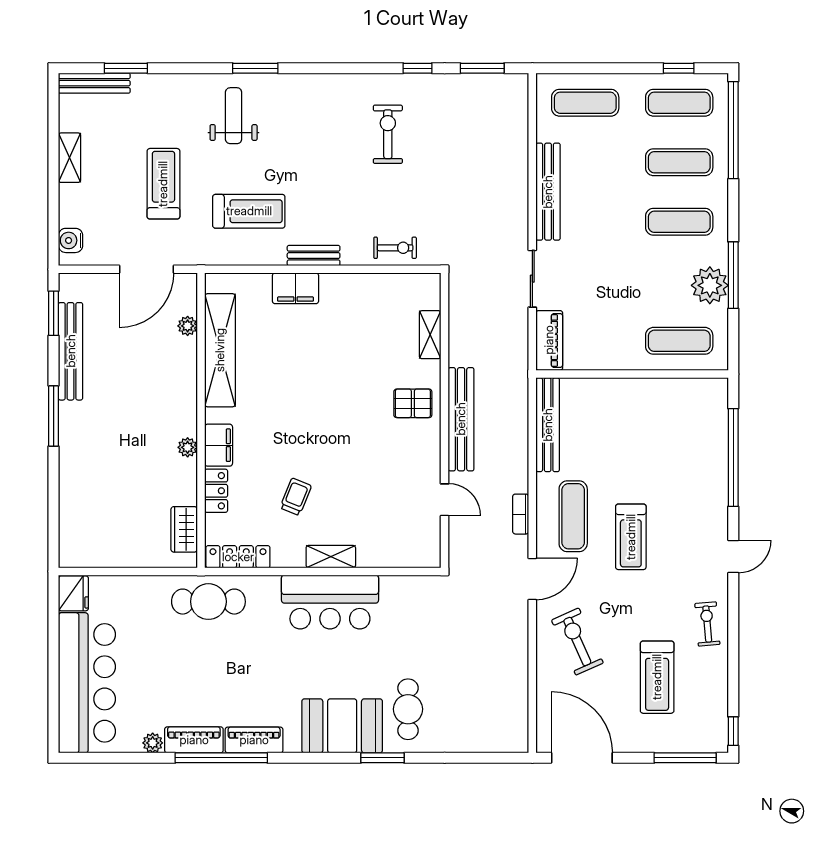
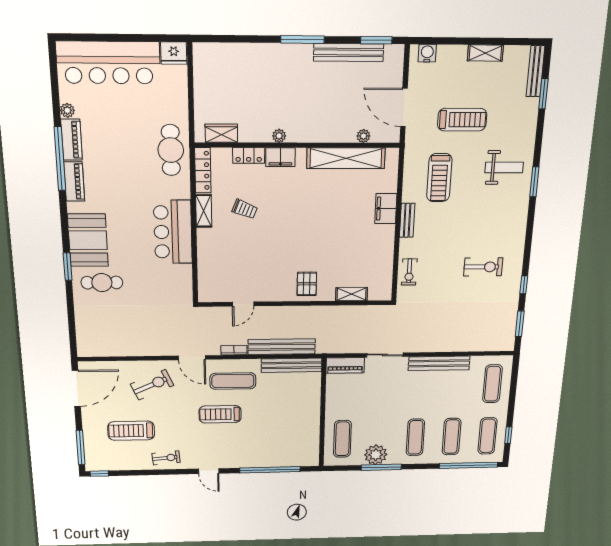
bench: (461, 419) -> (282, 347), moved
shelving: (331, 557) -> (204, 211), moved

